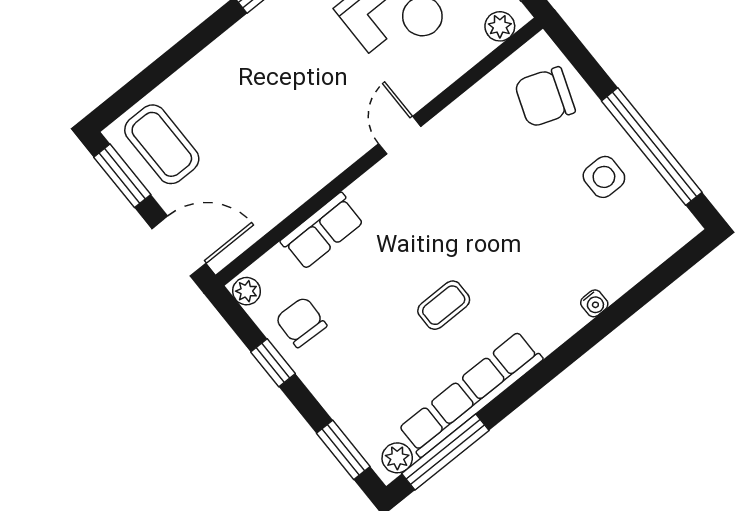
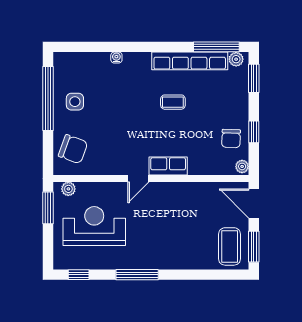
row of seats: (322, 231) -> (168, 166), moved

